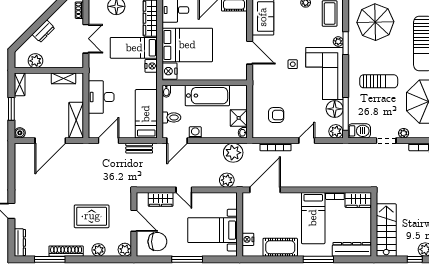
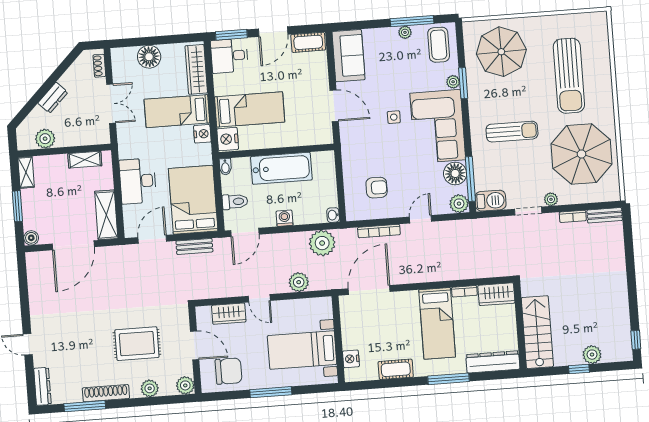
bed: (187, 45) -> (250, 109), width x0.67
bed: (146, 114) -> (193, 200), width x1.50
shower: (239, 118) -> (326, 195), removed
washing machine: (195, 132) -> (284, 218), moved
plant: (227, 180) -> (299, 282), moved
cot: (280, 247) -> (396, 369), width x0.73, depth x0.75

